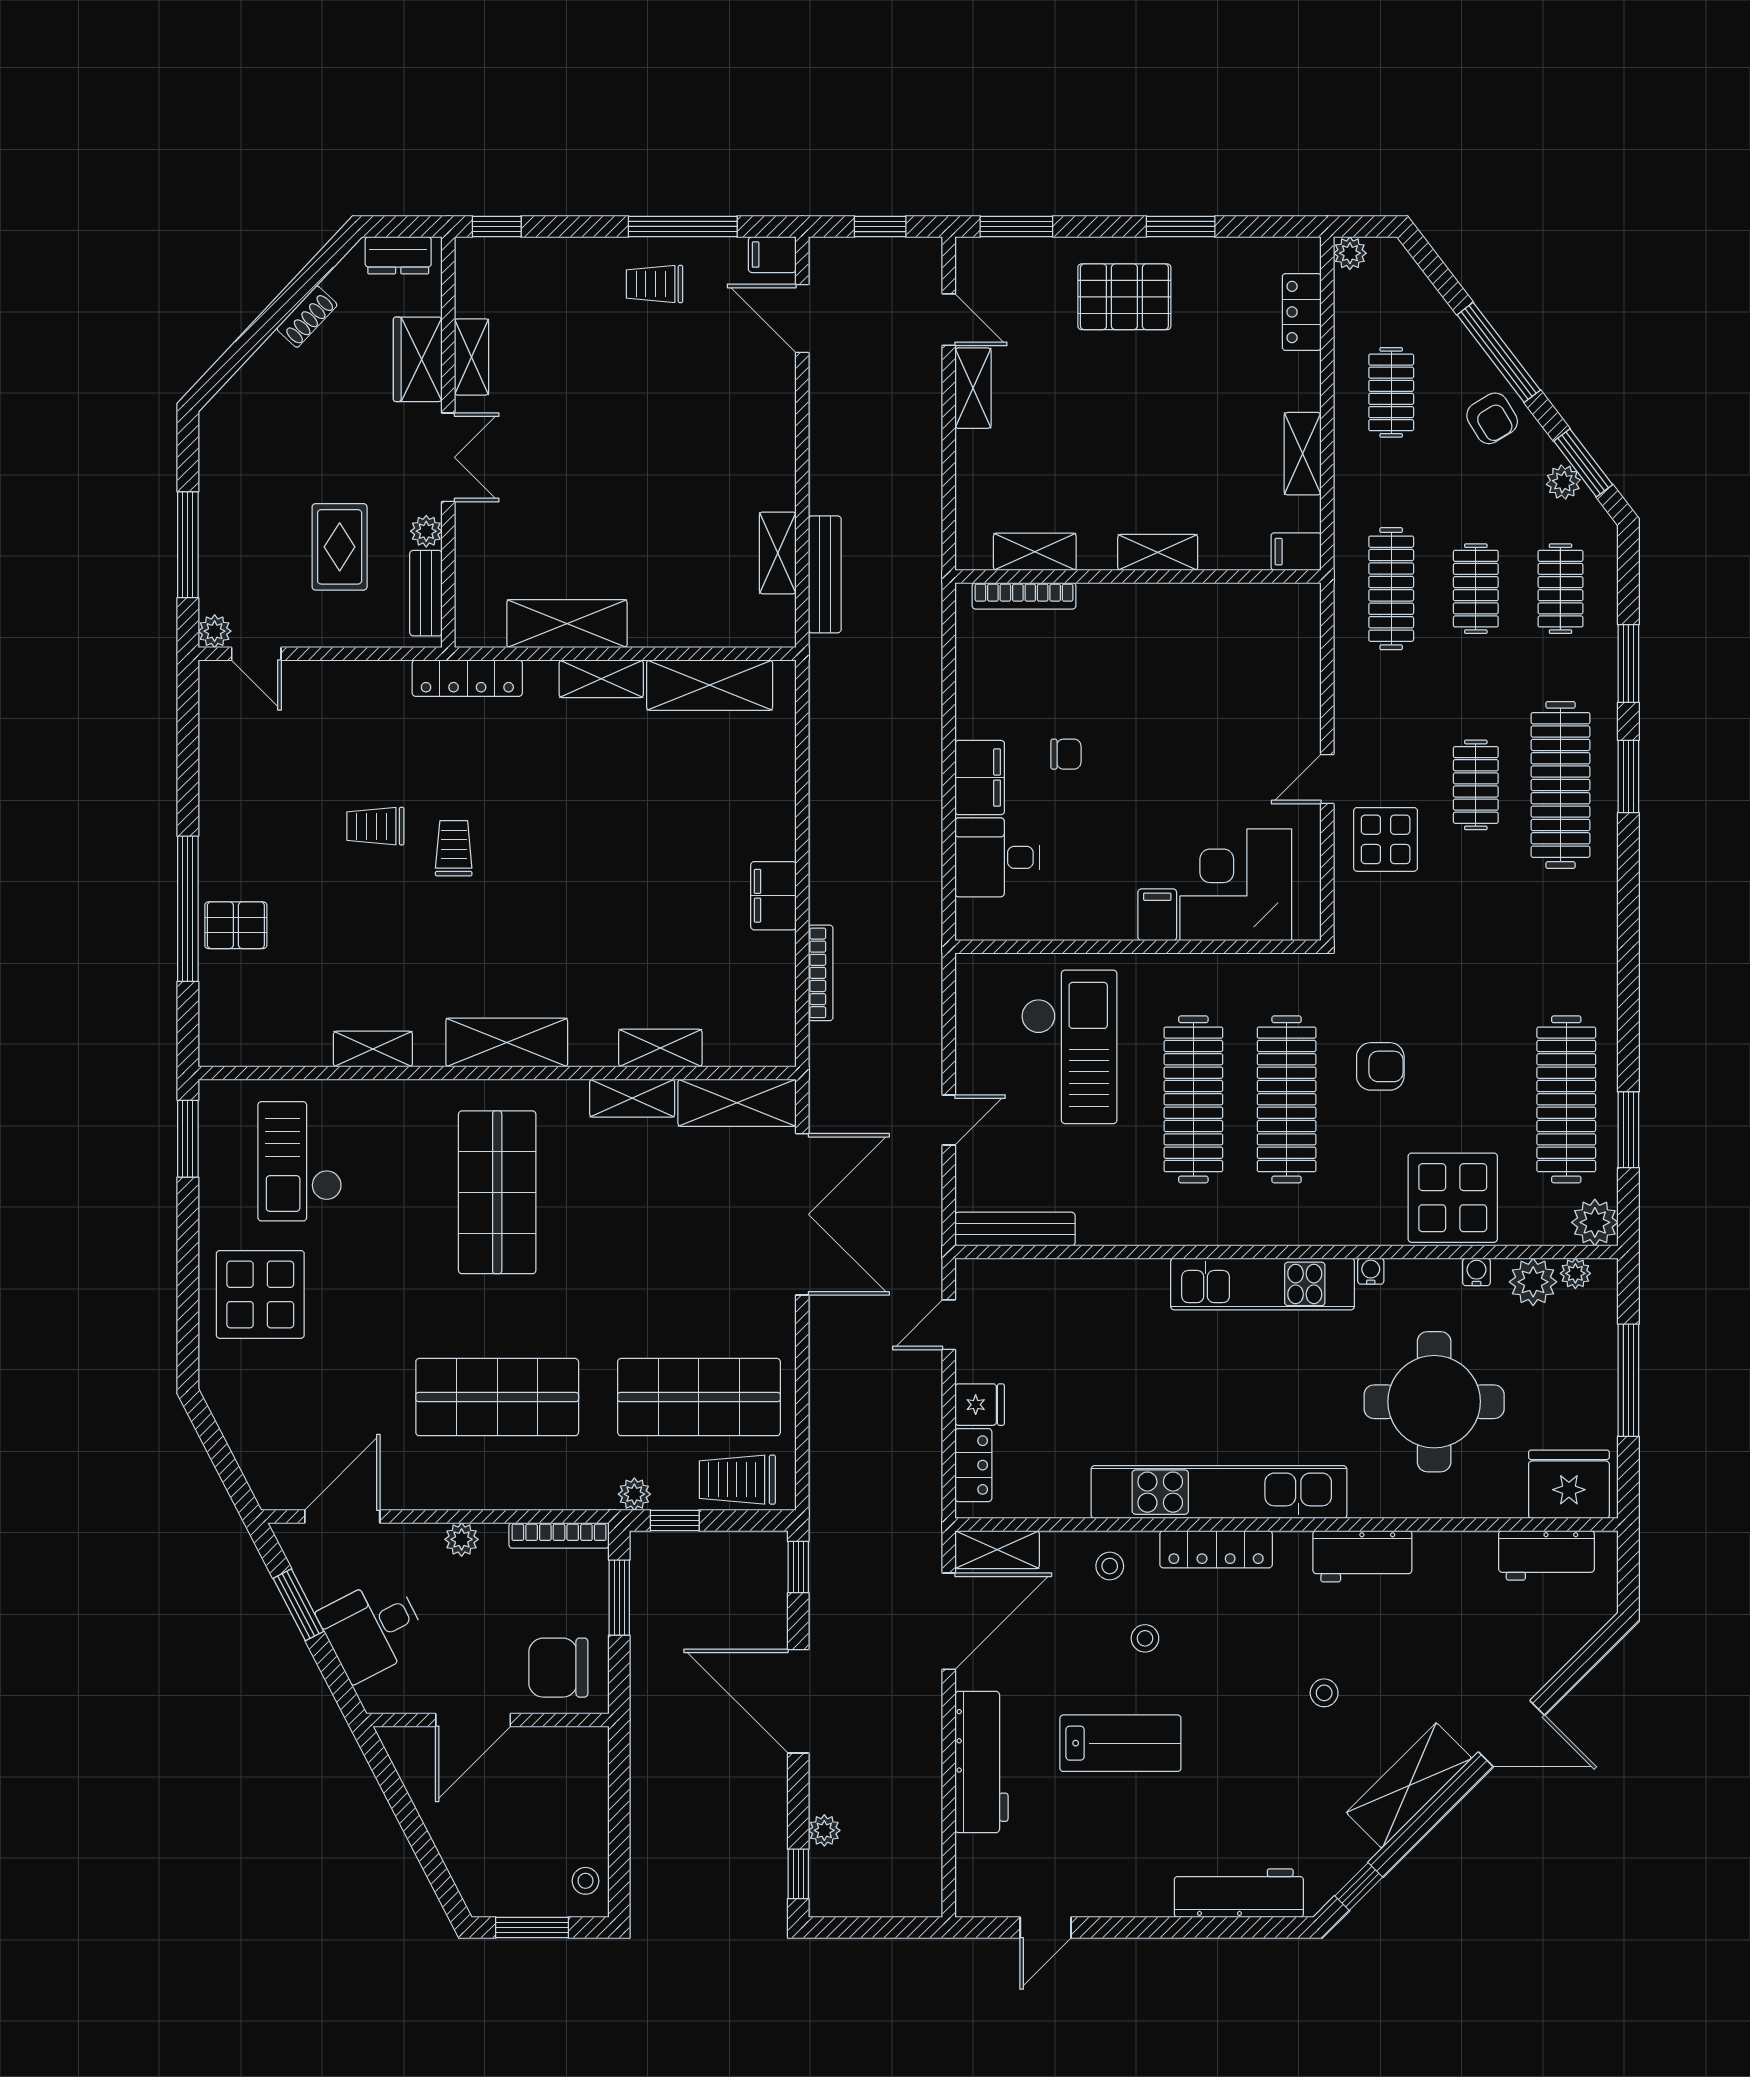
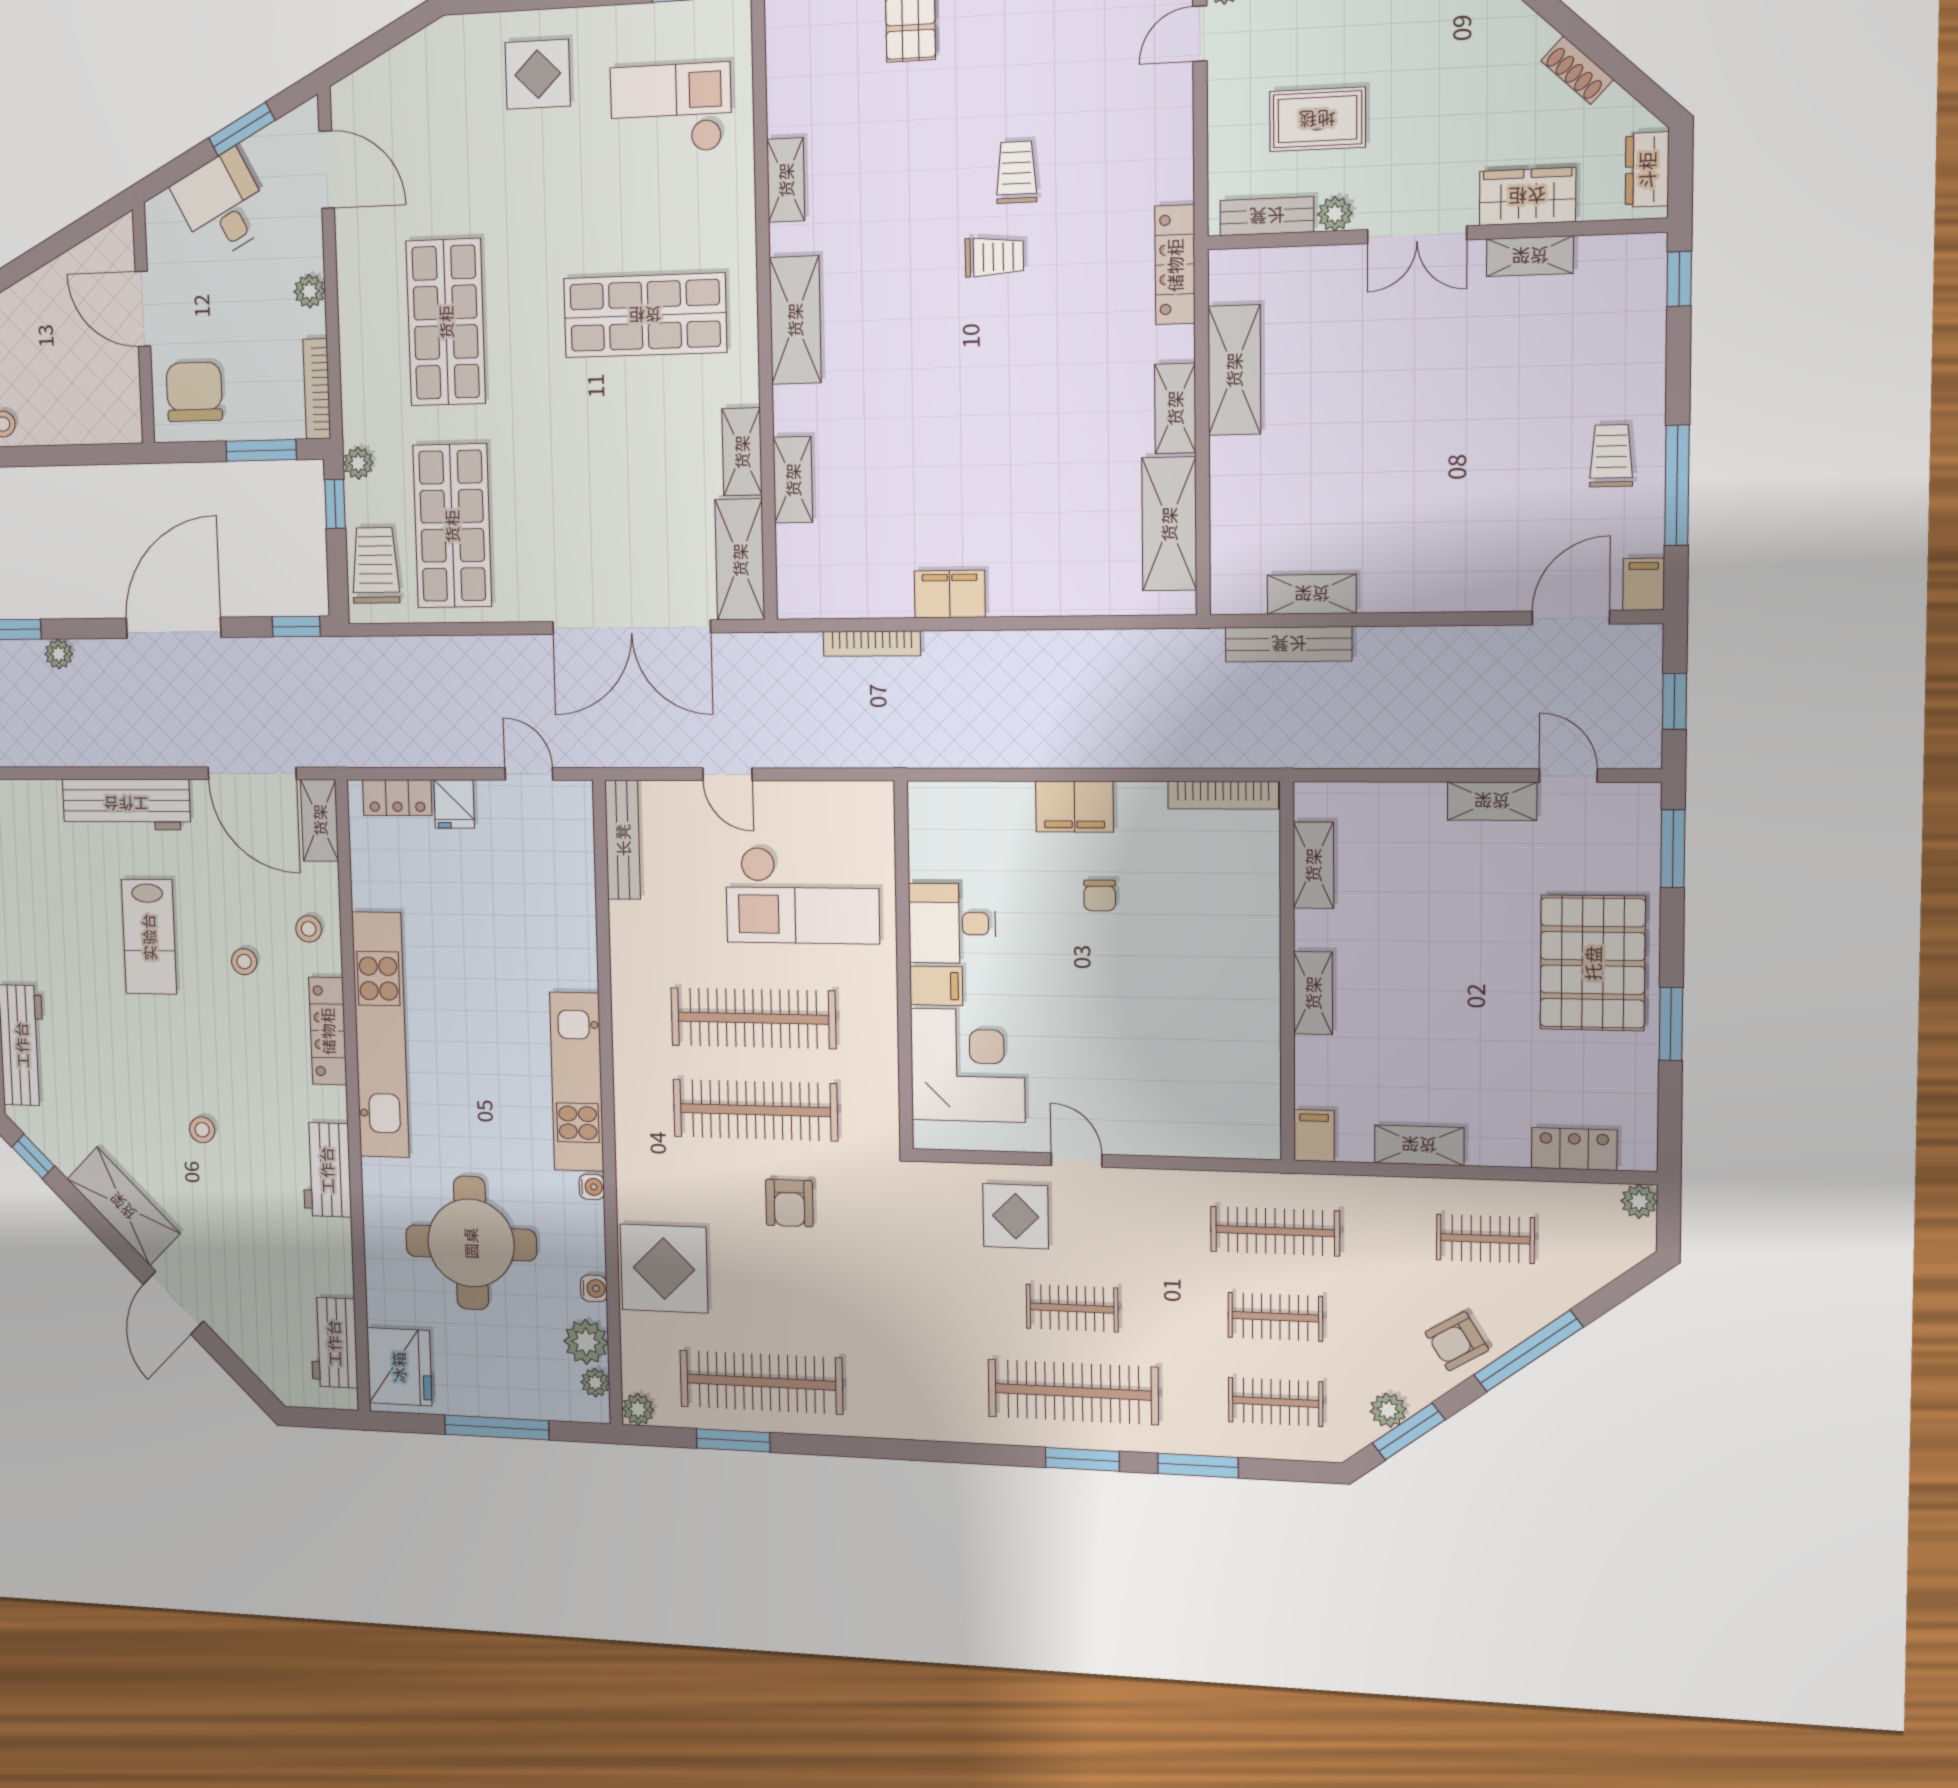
pallet: (1124, 297) -> (1593, 963), width x1.37, depth x1.41
door: (949, 320) -> (1568, 776), swing flipped
bookcase: (1024, 596) -> (1223, 795), moved, turned -90
desk: (997, 857) -> (952, 923), moved, turned -90
plant: (1595, 1222) -> (638, 1409), width x0.73, depth x0.73
display table: (260, 1294) -> (538, 74), width x0.73, depth x0.73

